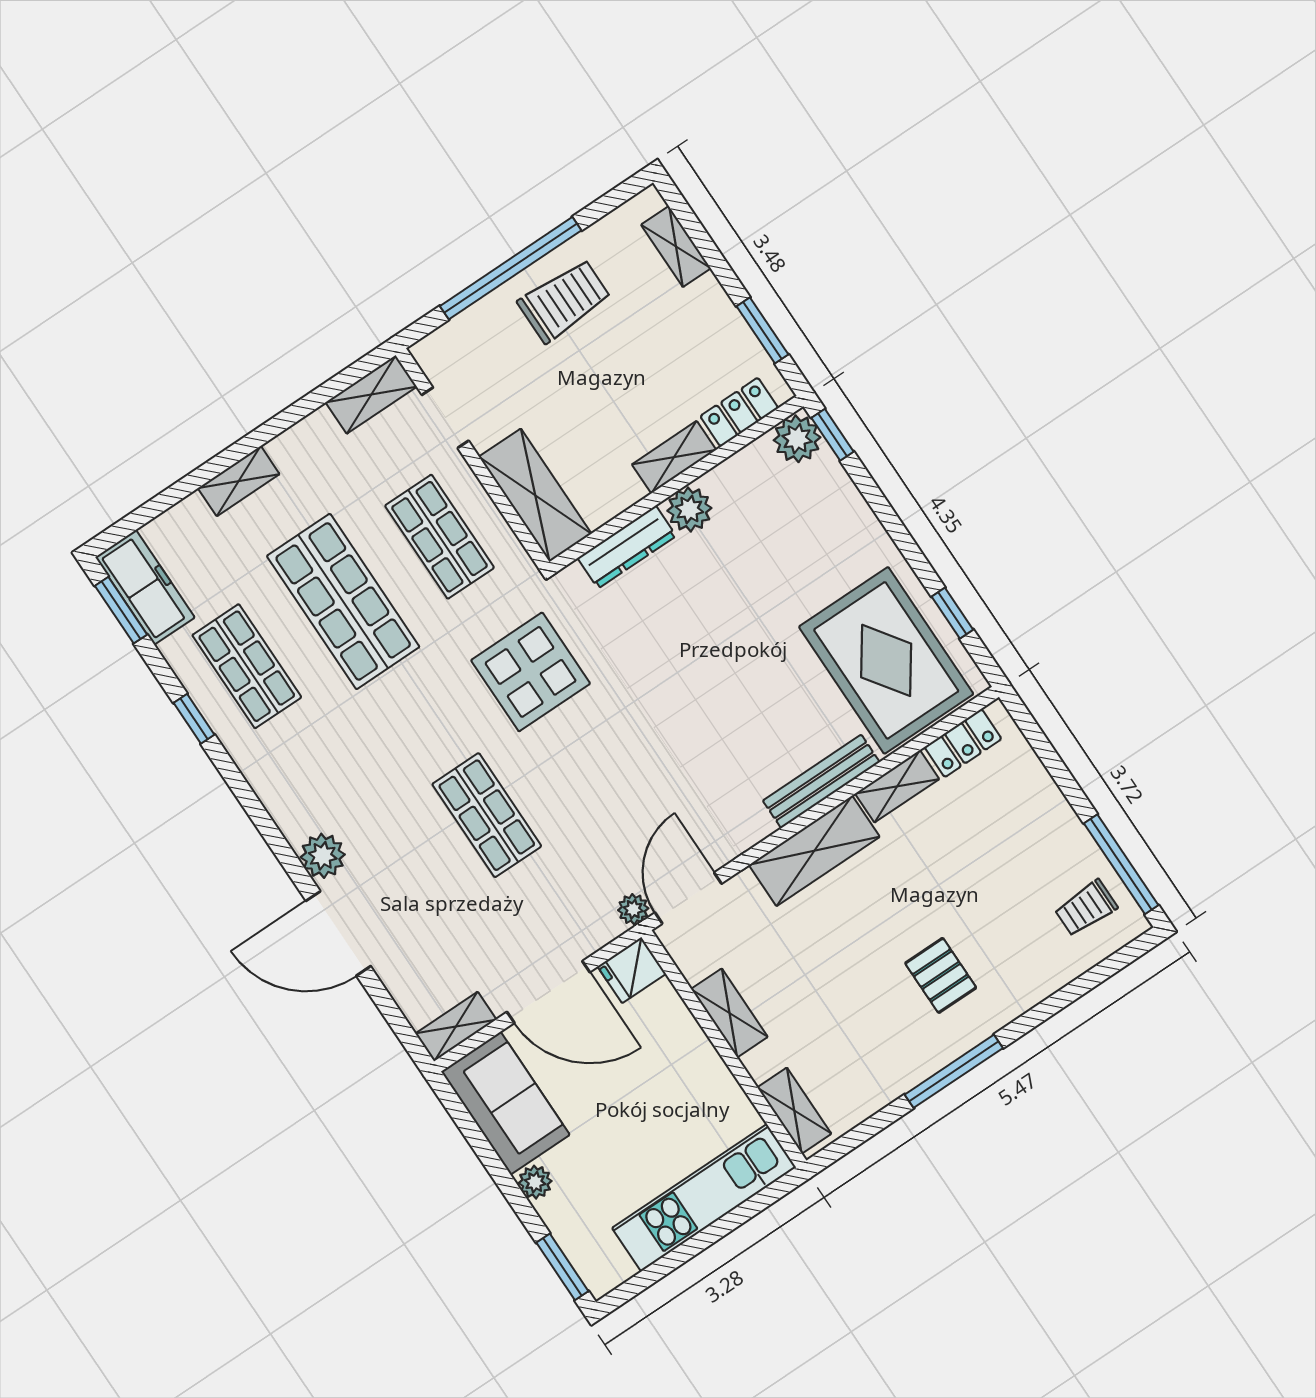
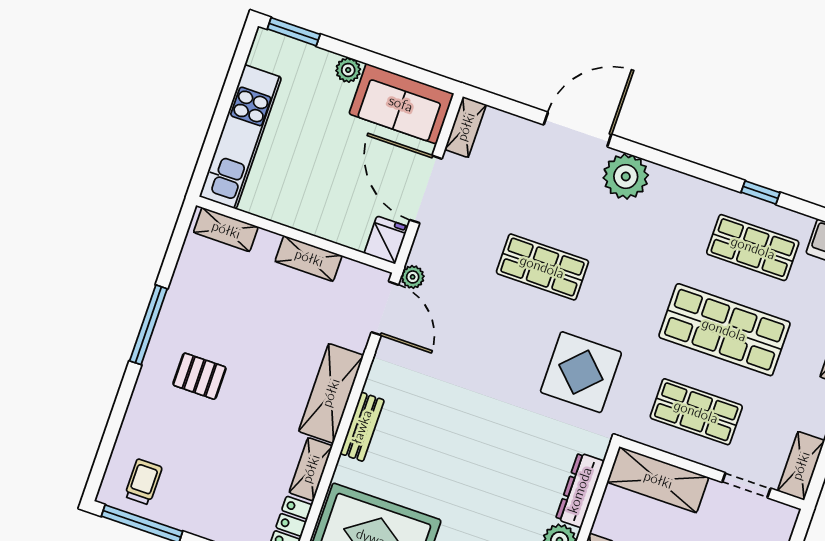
bench: (821, 781) -> (362, 427), width x0.73
plant: (323, 856) -> (626, 176), width x1.36, depth x1.36
door: (548, 992) -> (426, 189), hinge flipped

